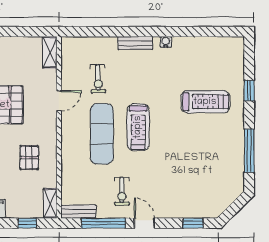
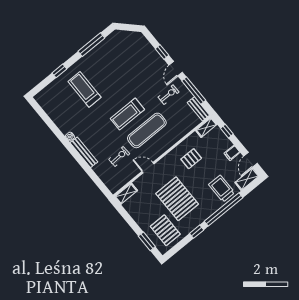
bench: (135, 43) -> (84, 152), width x1.36
treadmill: (138, 127) -> (127, 114), turned 180
window: (193, 223) -> (162, 52), moved

